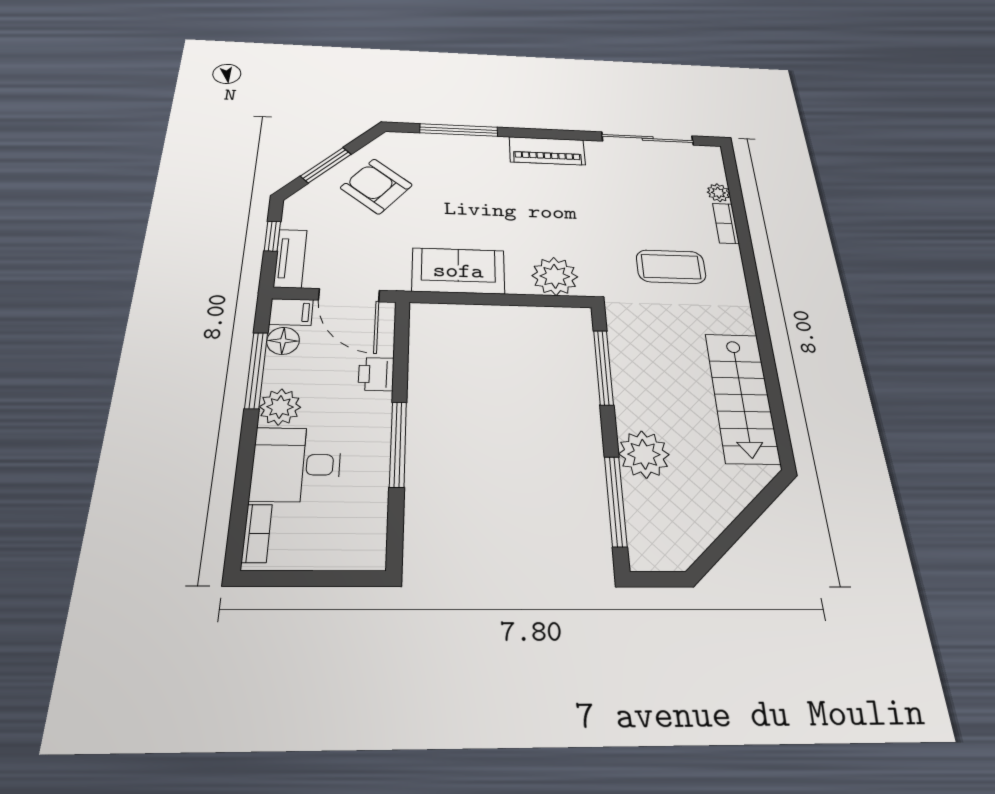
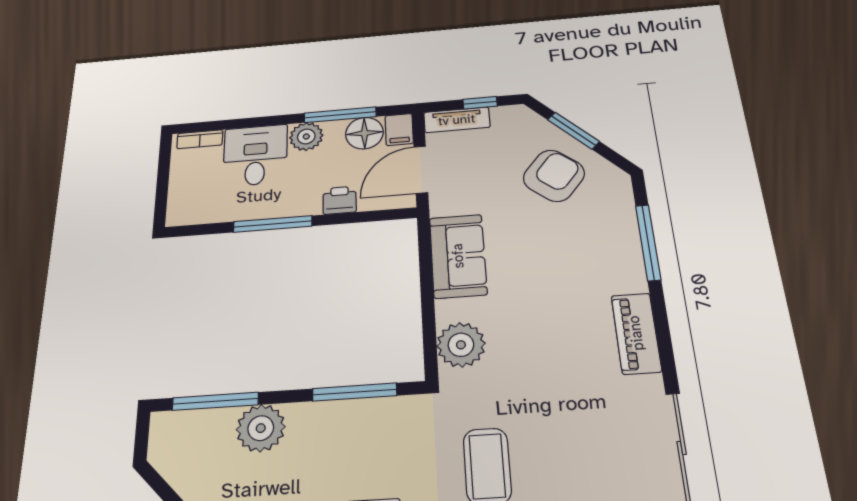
floor lamp: (283, 341) -> (364, 133), width x1.38, depth x1.38

